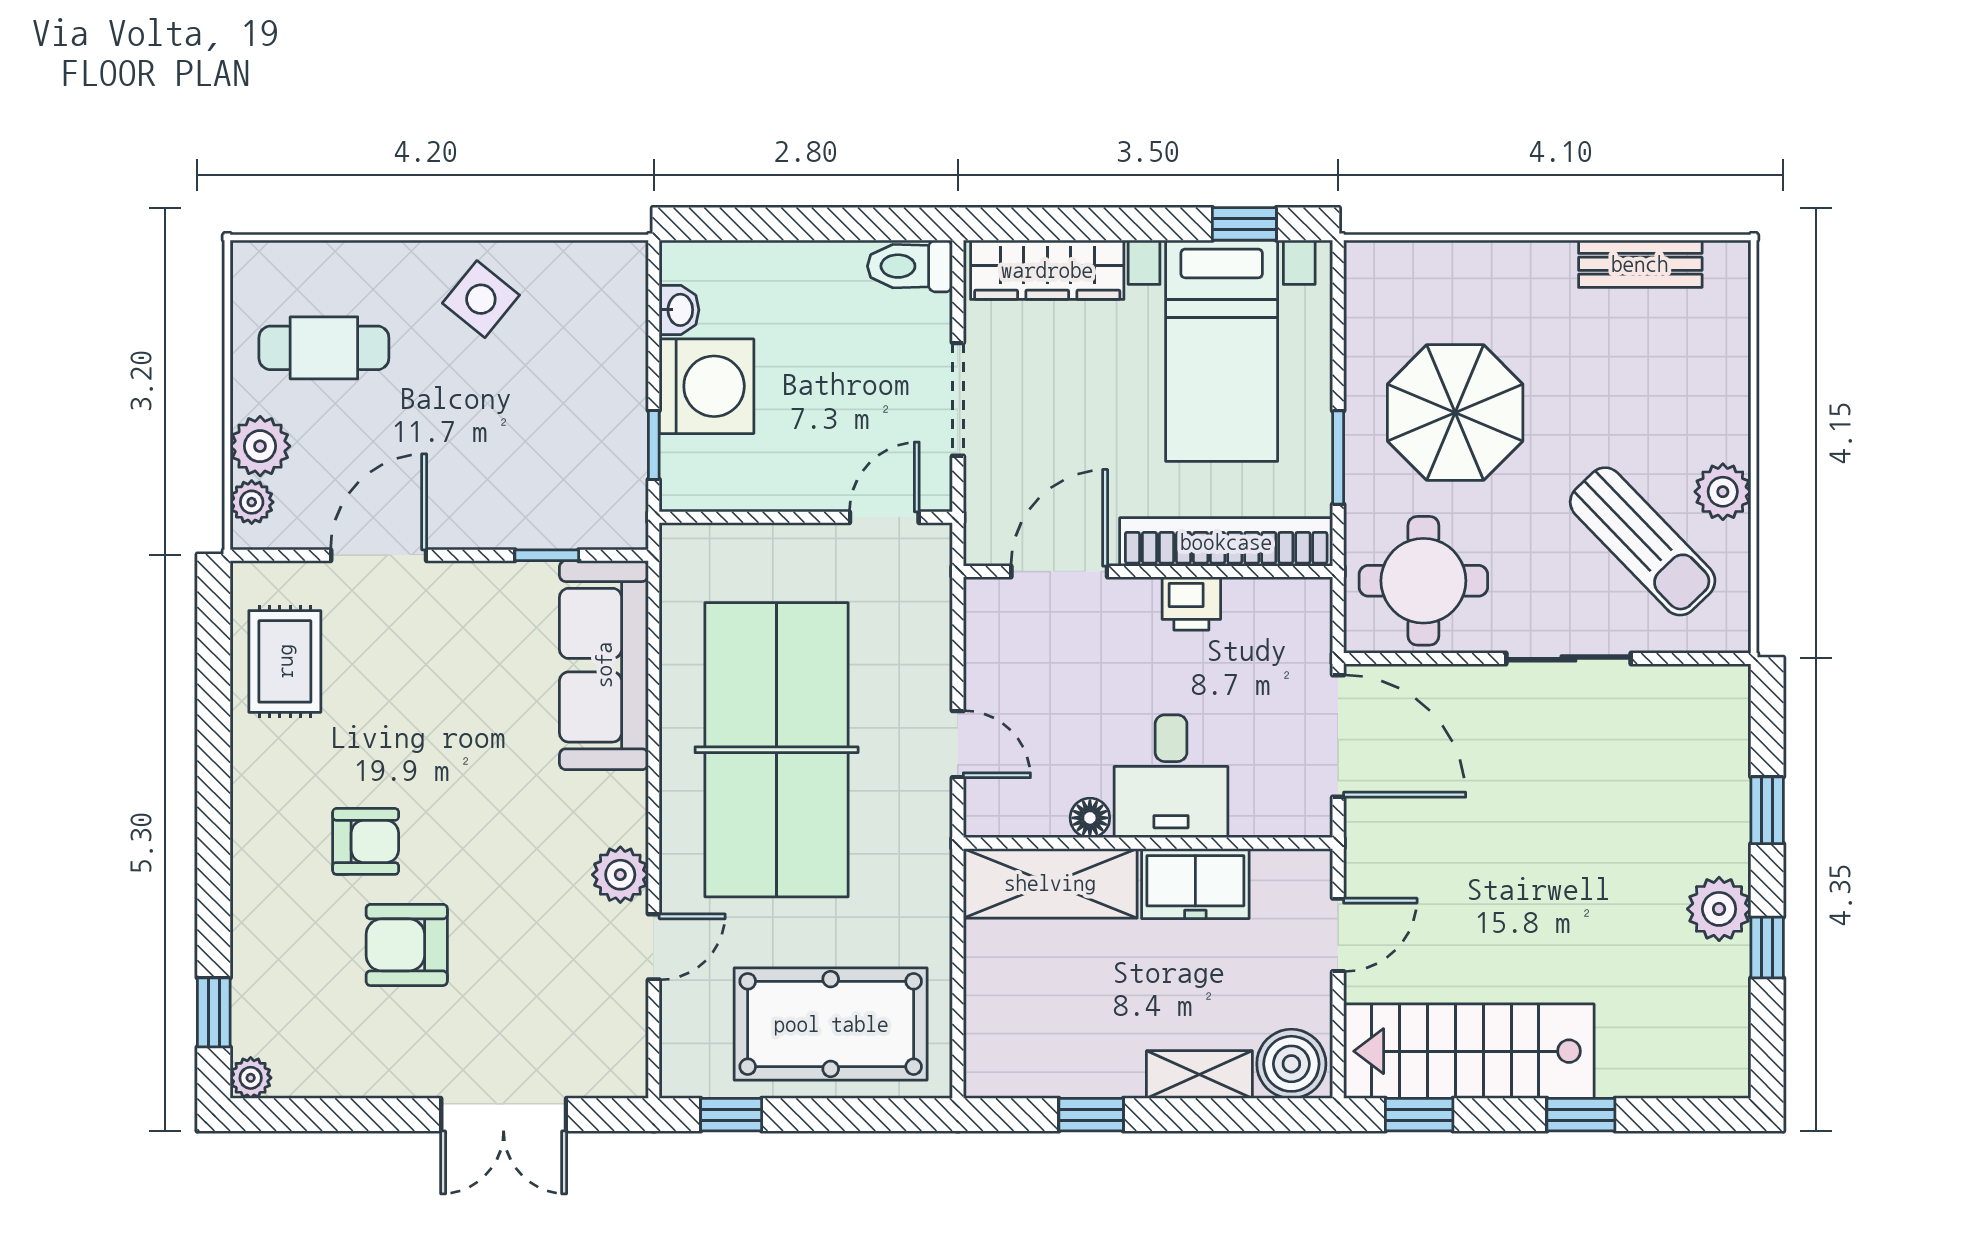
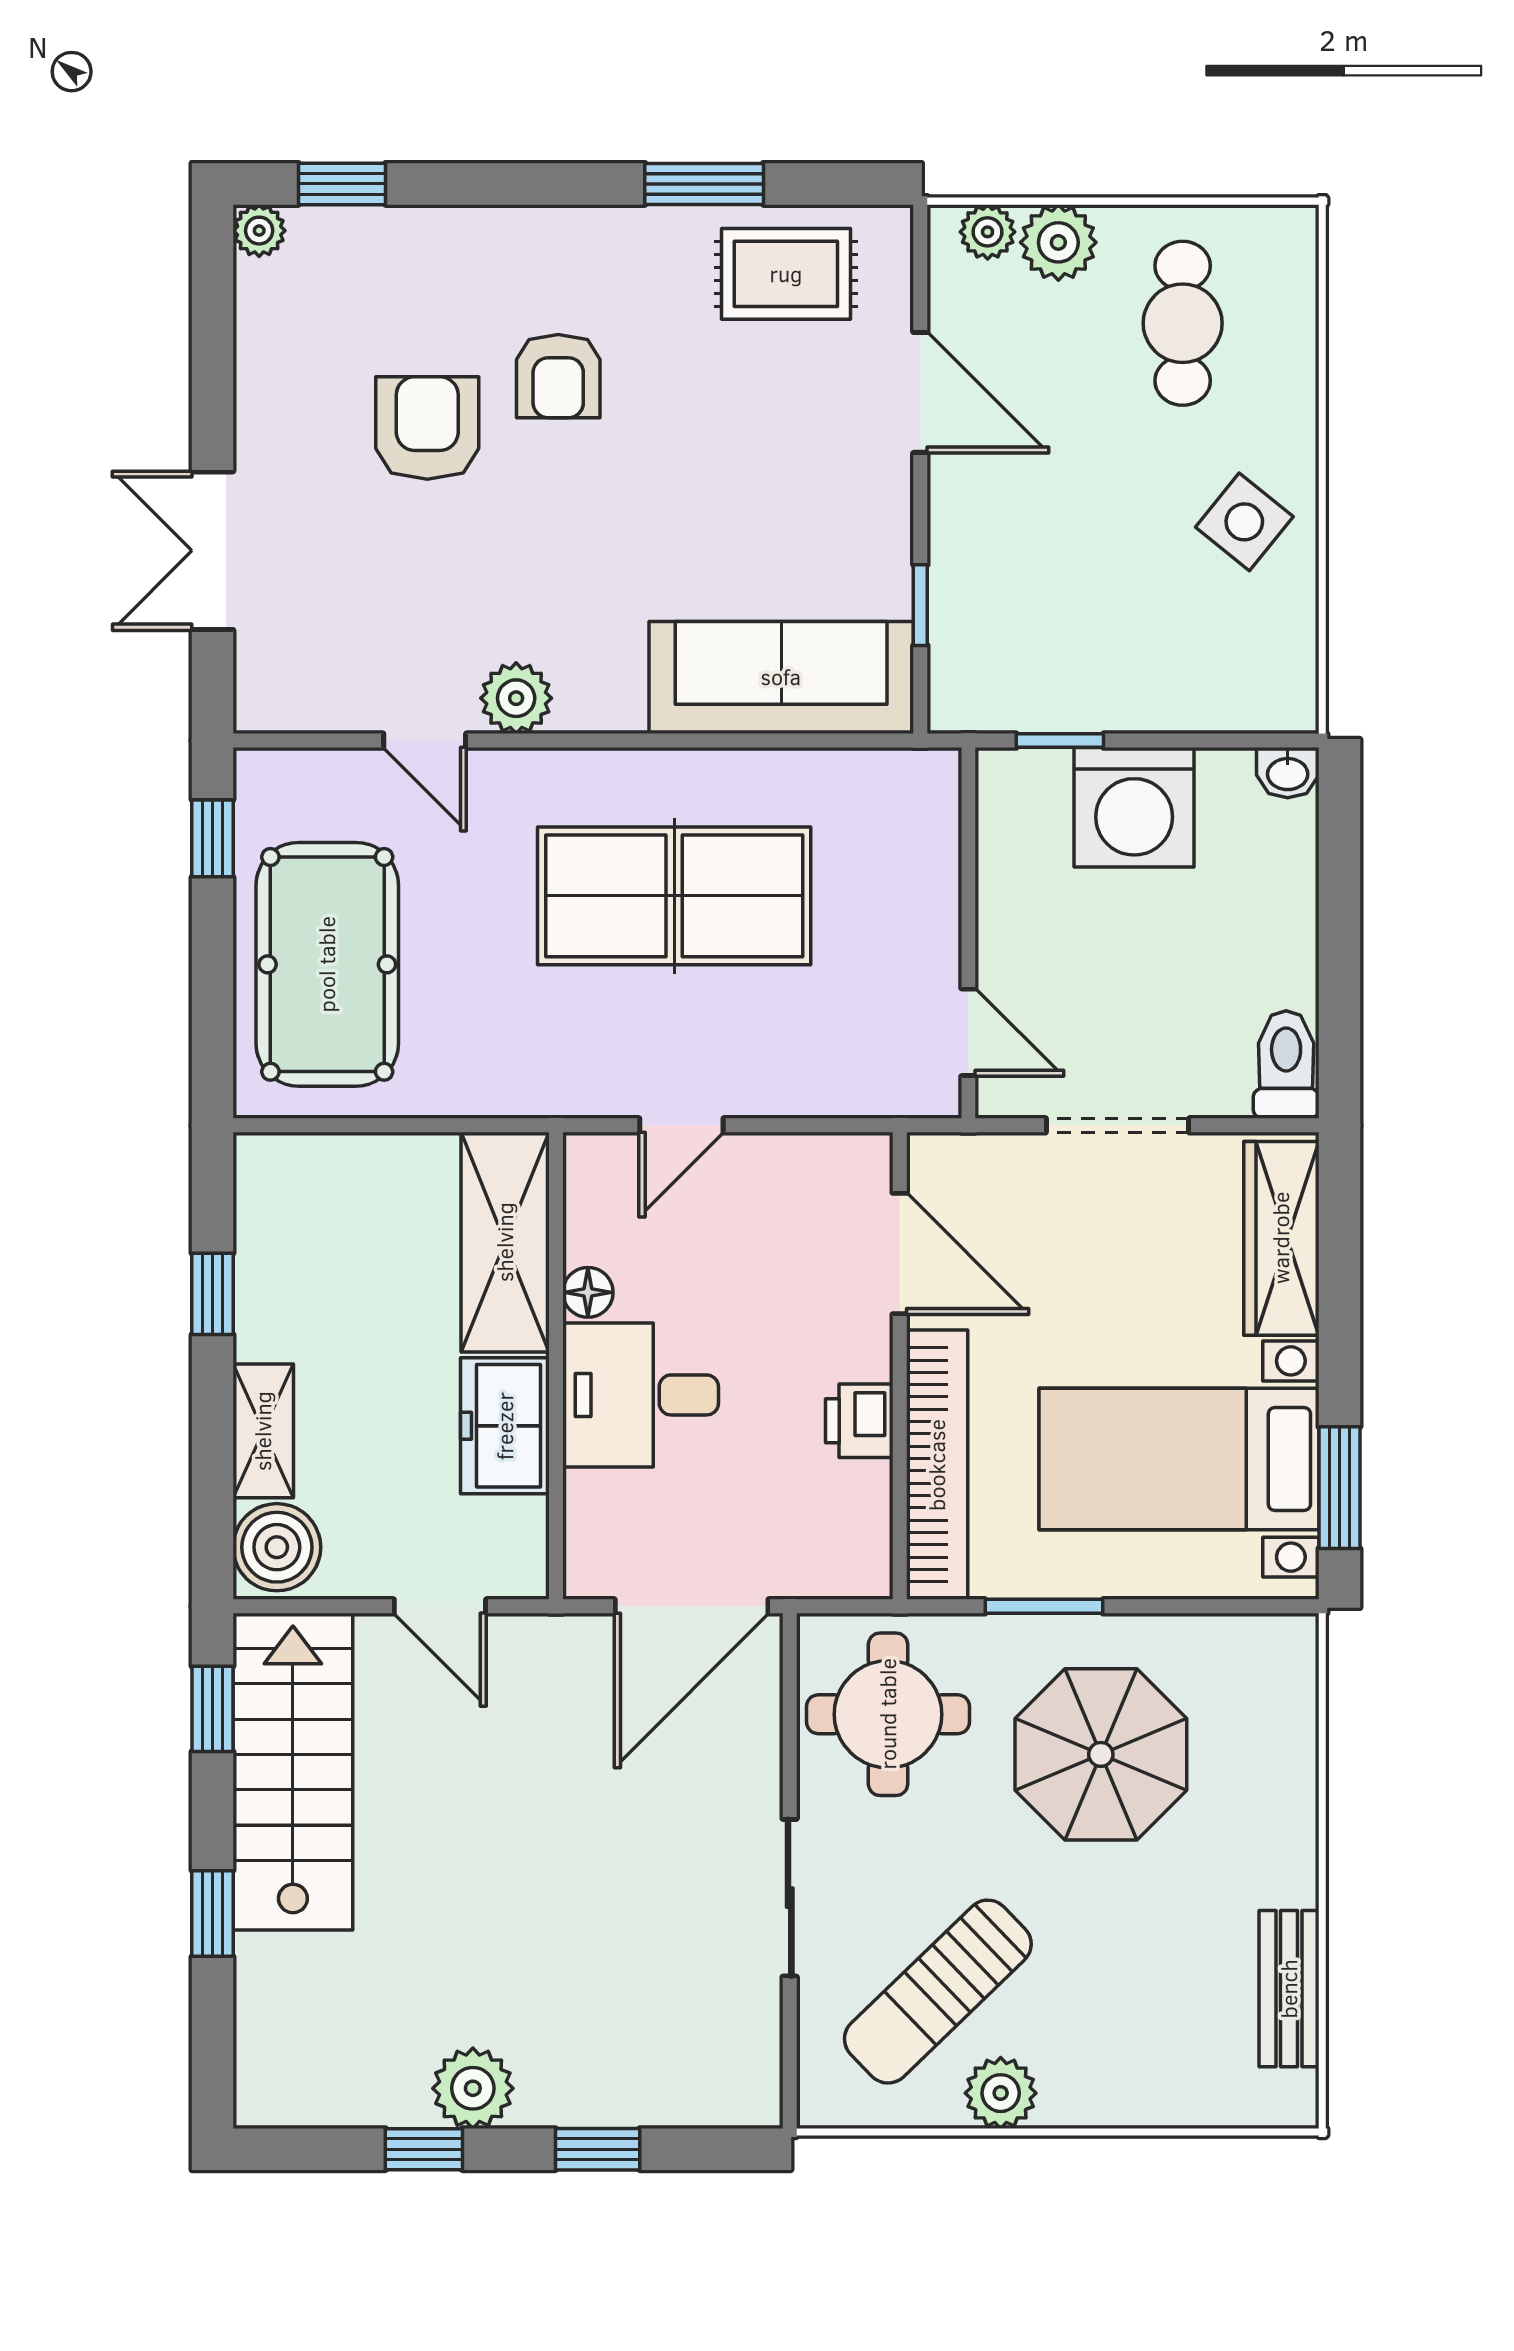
window: (1244, 224) -> (1339, 1488), width x1.50
washbasin: (679, 310) -> (1288, 773), moved
window: (214, 726) -> (704, 184), added
table tennis table: (777, 750) -> (674, 896), width x0.73, depth x0.76

